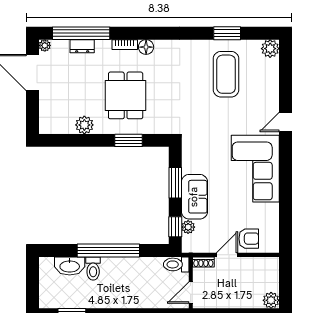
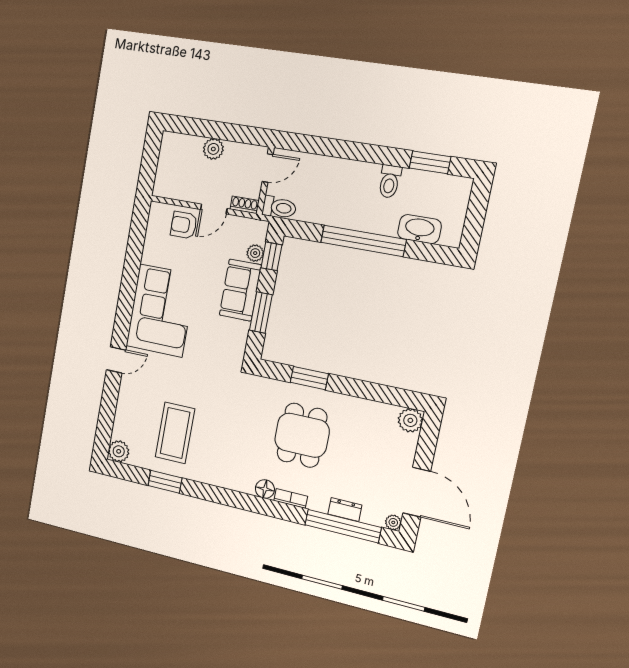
plant: (84, 125) -> (410, 420), moved
toilet: (93, 269) -> (390, 181), moved, turned 180
plant: (271, 300) -> (213, 149), moved

